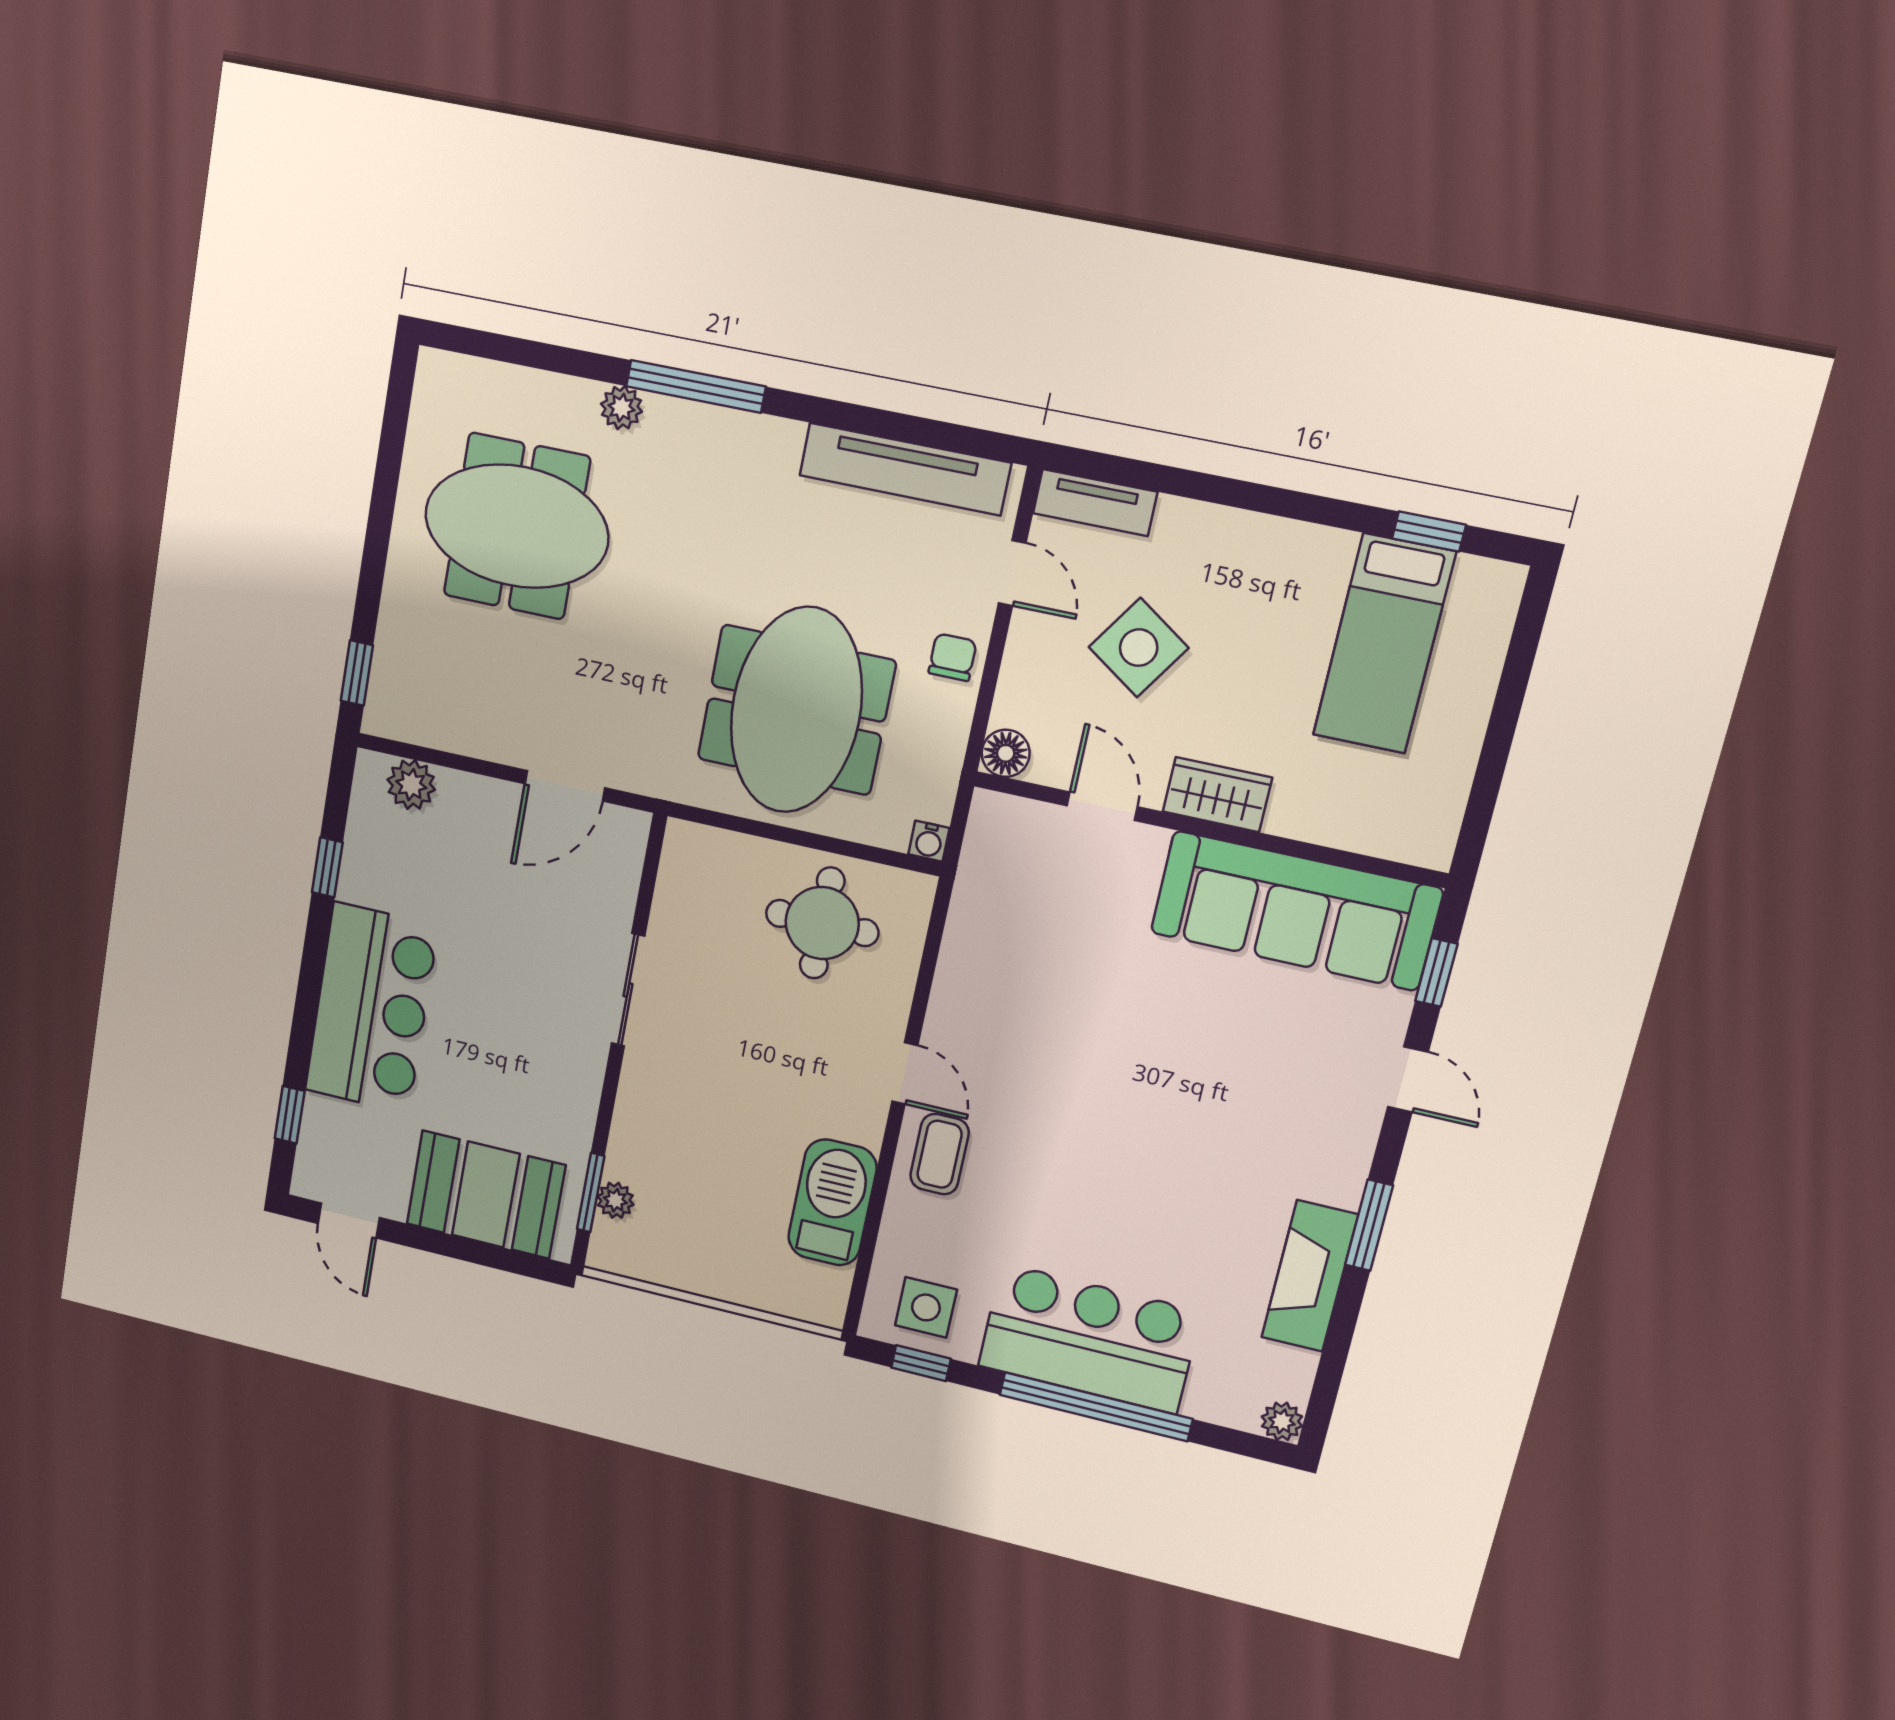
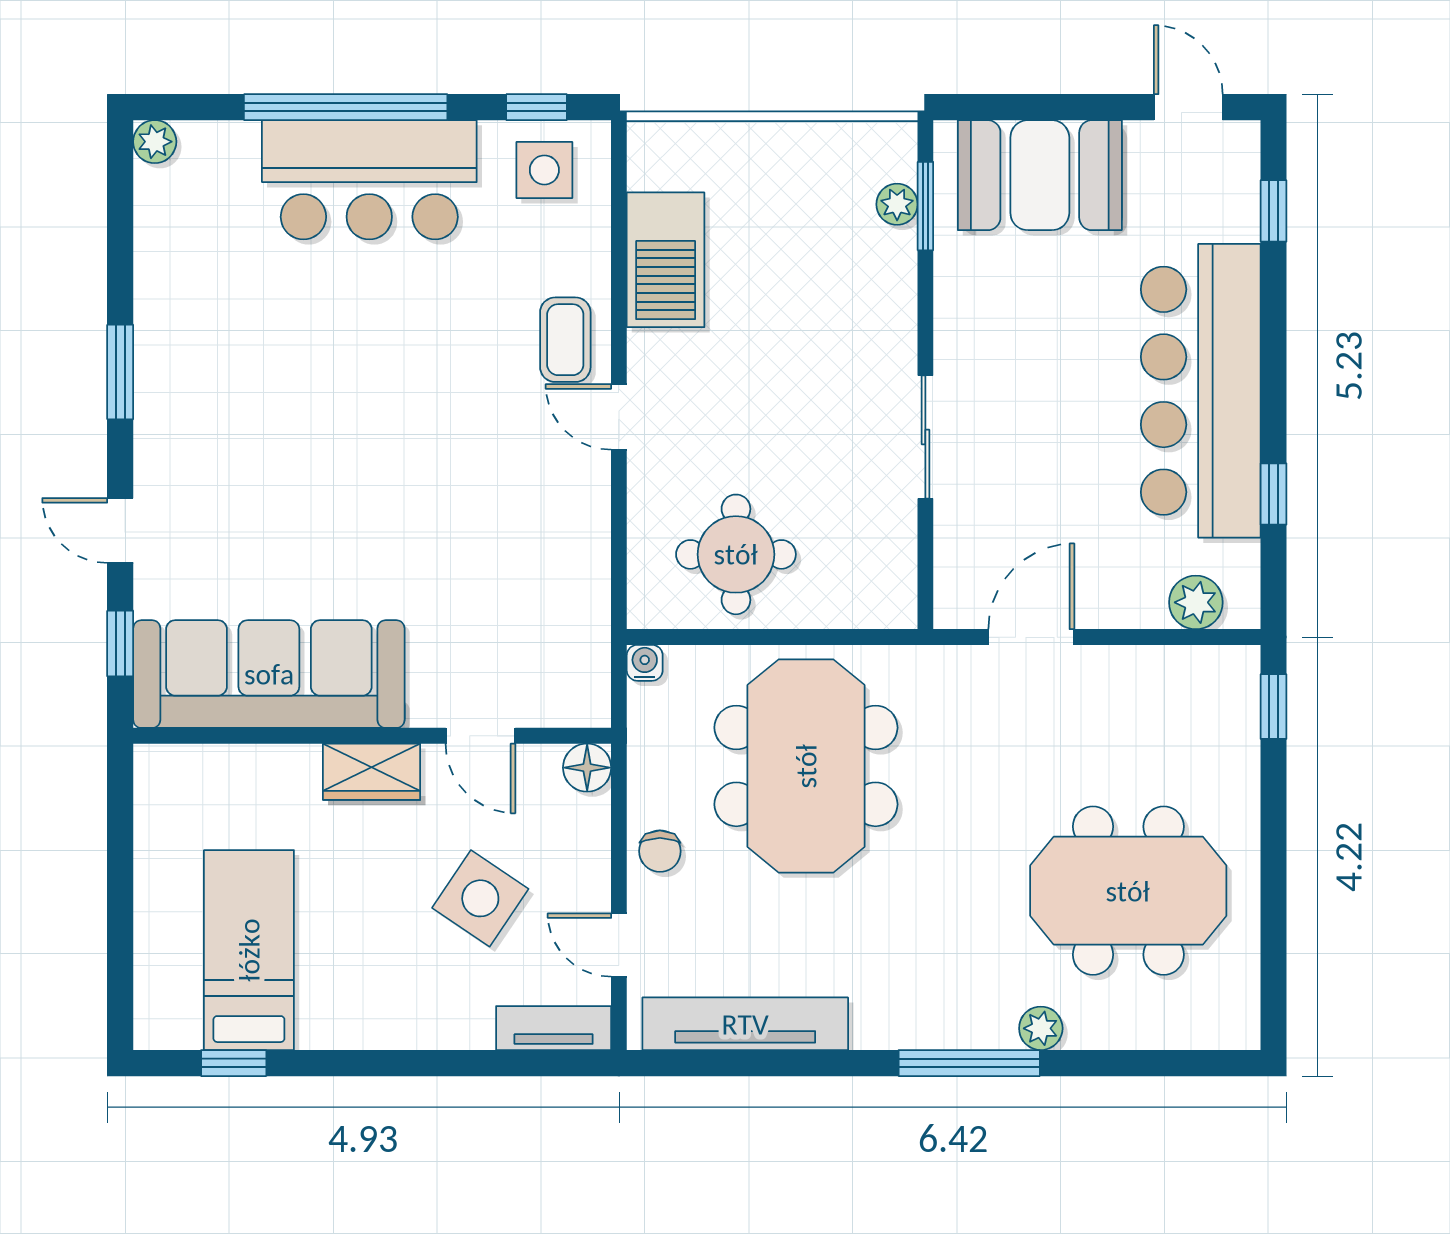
bar counter: (371, 1008) -> (1201, 391), width x1.36
fireplace: (1310, 1276) -> (165, 304), removed

